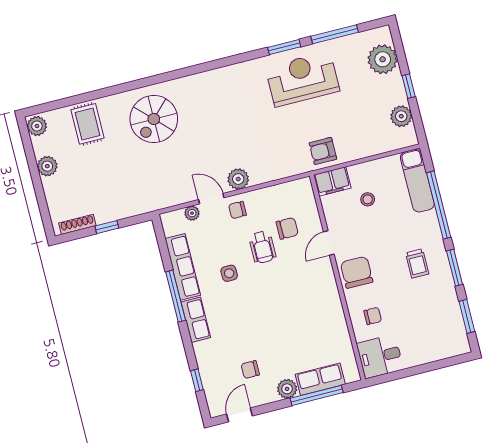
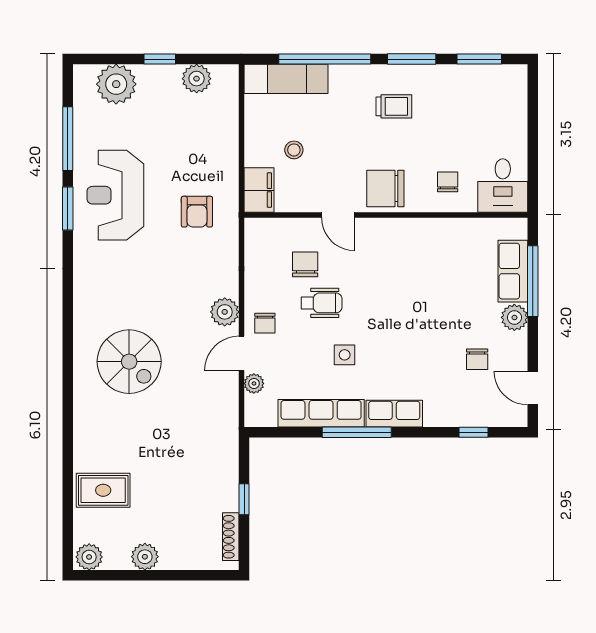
spiral stairs: (154, 119) -> (129, 362), moved
armchair: (323, 151) -> (197, 212), moved

